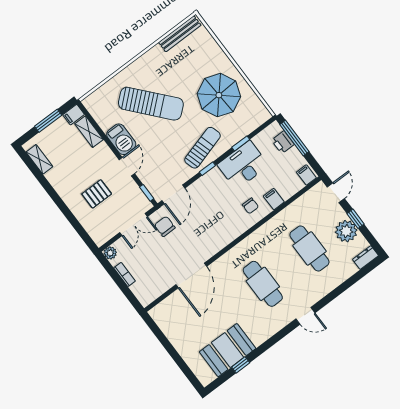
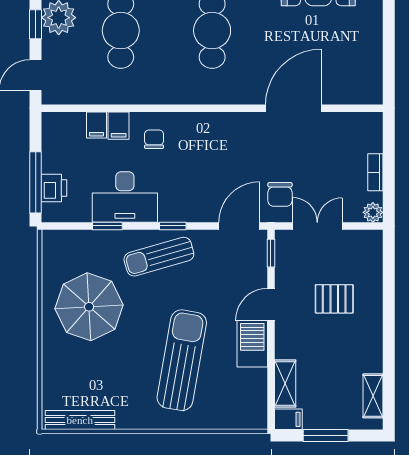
sun lounger: (151, 104) -> (182, 360), turned 51
filing cabinet: (306, 175) -> (96, 125), moved

